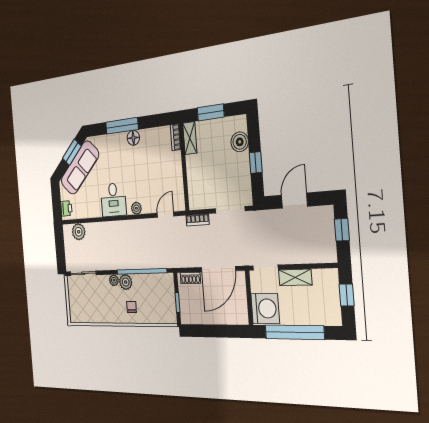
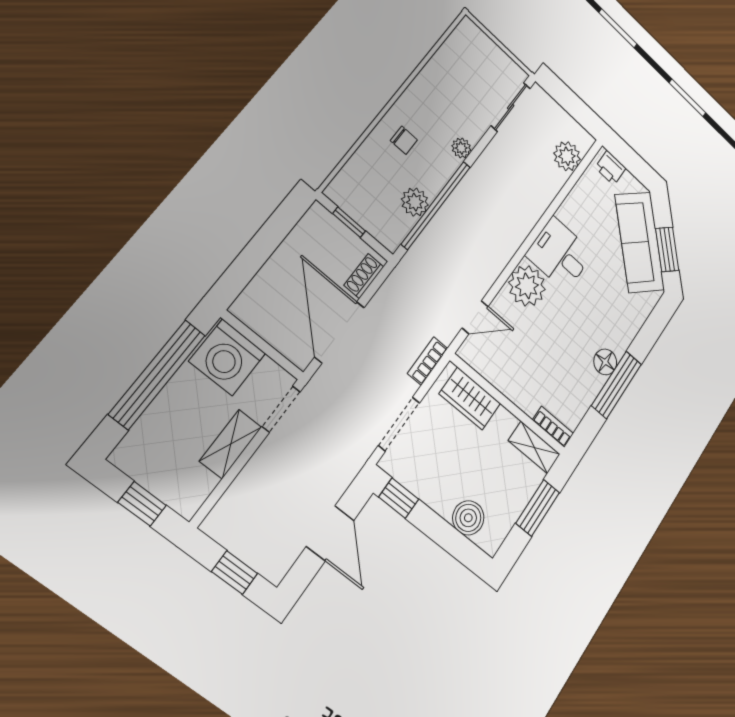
window: (122, 126) -> (617, 385), moved
window: (256, 163) -> (399, 498), moved
wardrobe: (196, 187) -> (470, 399), added
plant: (136, 208) -> (527, 286), width x1.88, depth x1.88
door: (165, 215) -> (475, 317), hinge flipped
plant: (126, 282) -> (415, 202), moved

